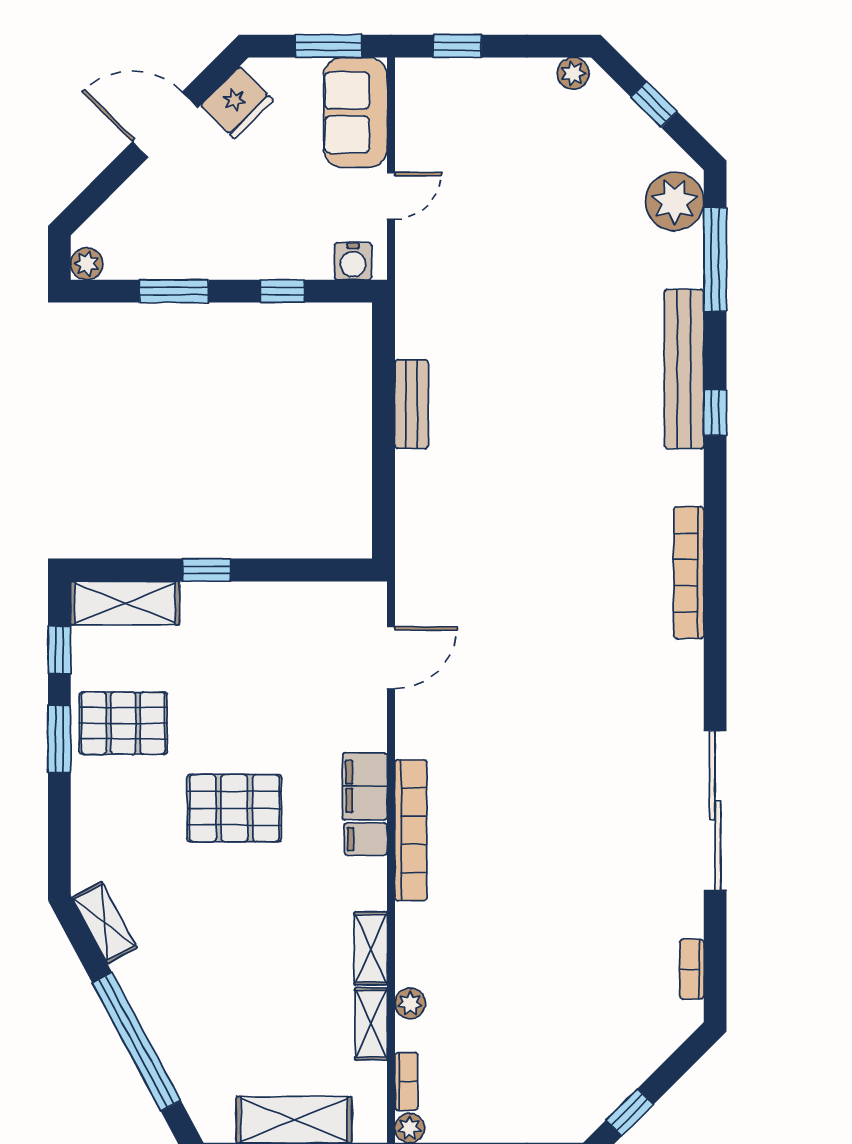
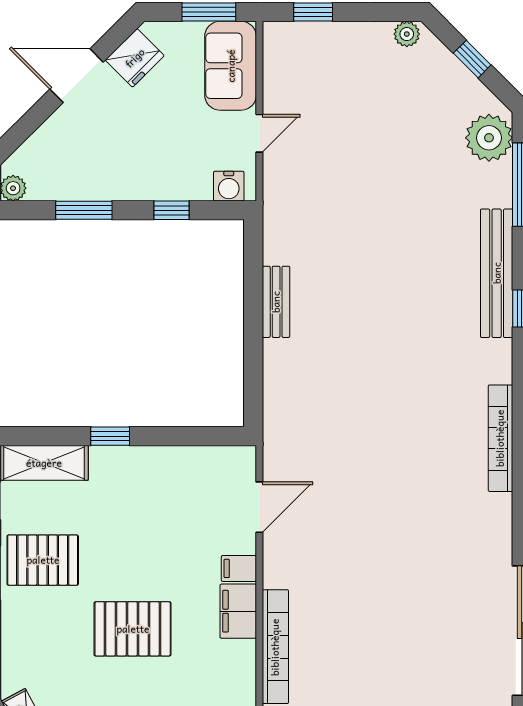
filing cabinet: (366, 839) -> (239, 568), moved

